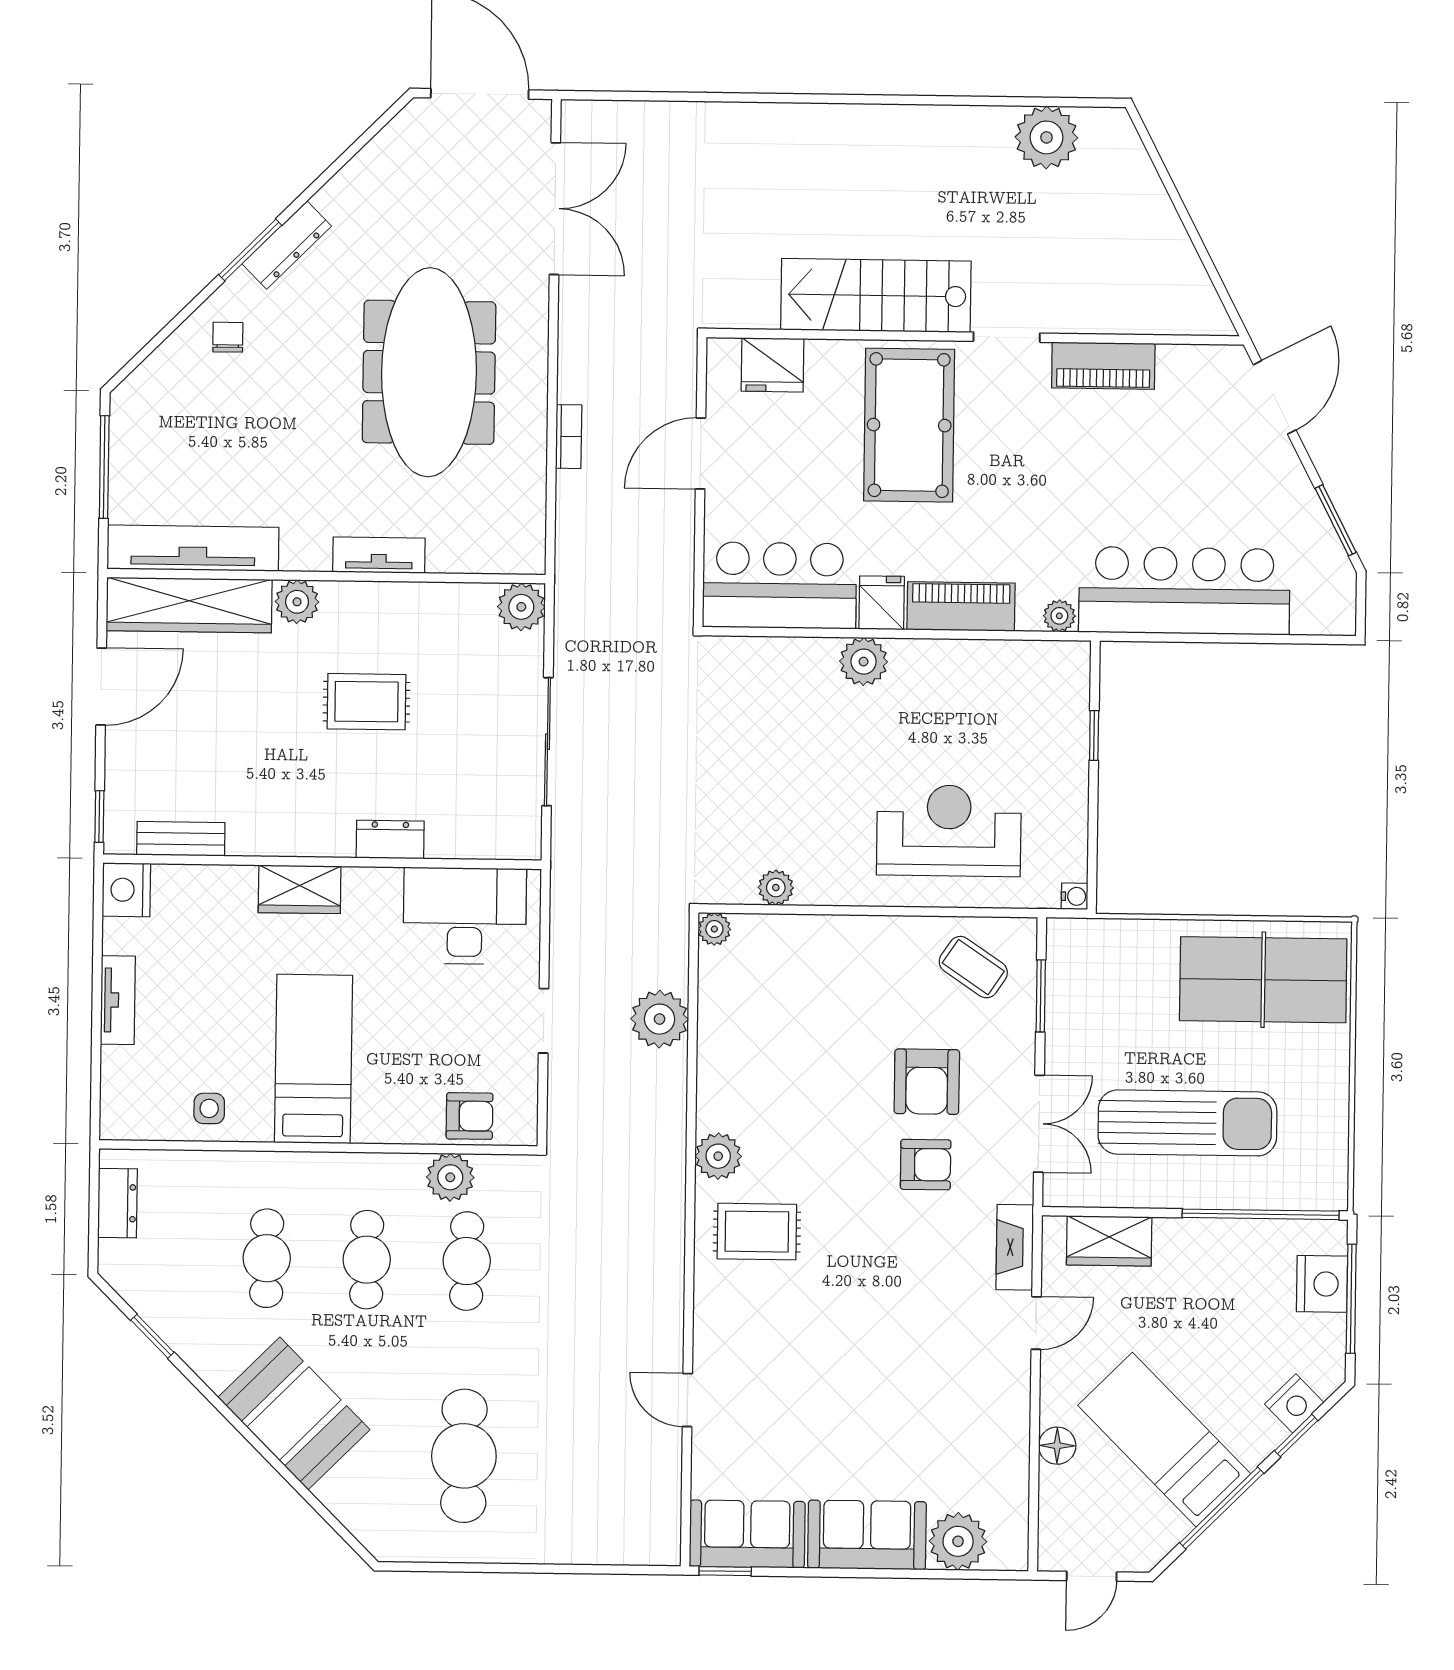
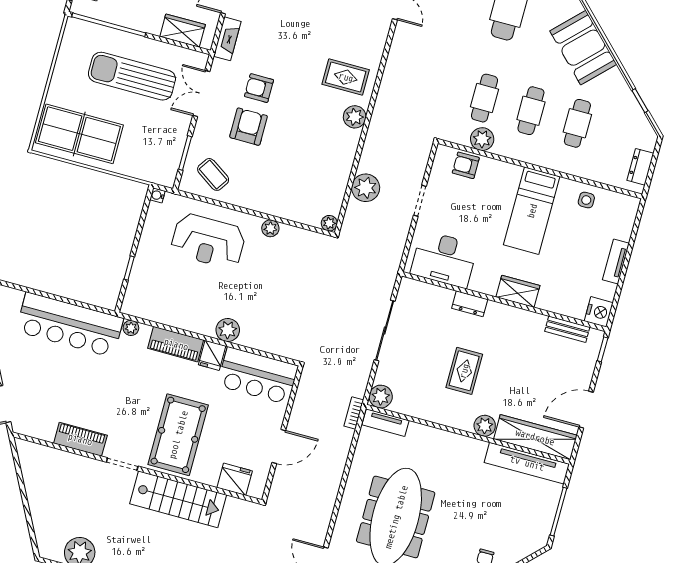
bookcase: (569, 437) -> (354, 413), moved
tv unit: (379, 555) -> (385, 423), moved
rug: (366, 702) -> (464, 371), turned 90
plant: (776, 888) -> (270, 228), moved

